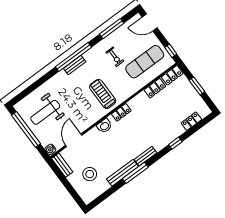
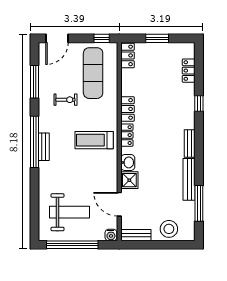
locker: (155, 88) -> (128, 109), moved
weight bench: (45, 112) -> (69, 212), turned -90
shower: (94, 135) -> (129, 180), added
window: (135, 173) -> (199, 203), moved
stool: (90, 174) -> (169, 229), moved

